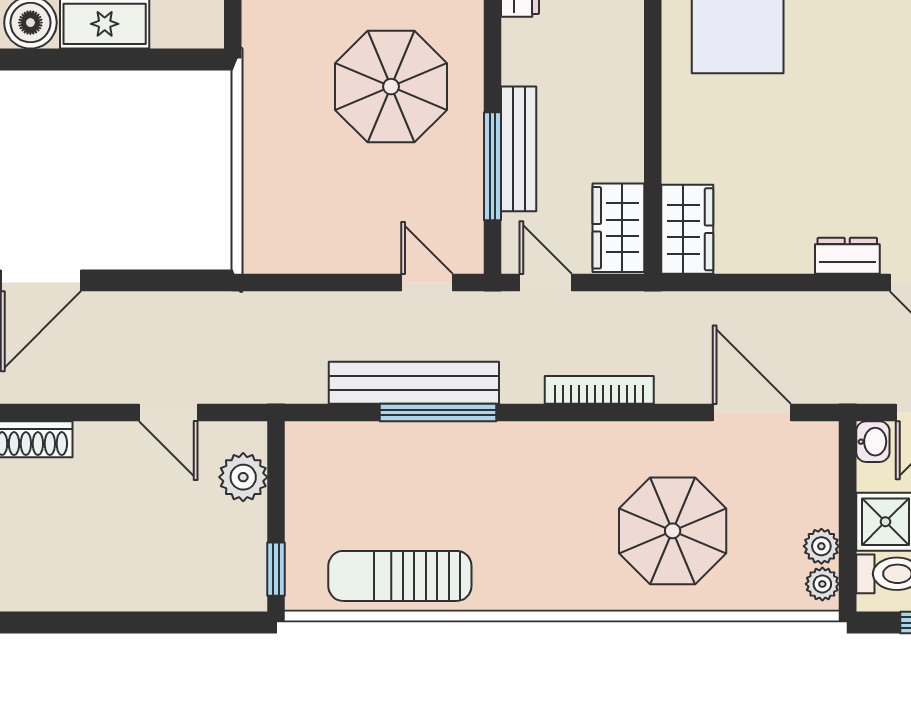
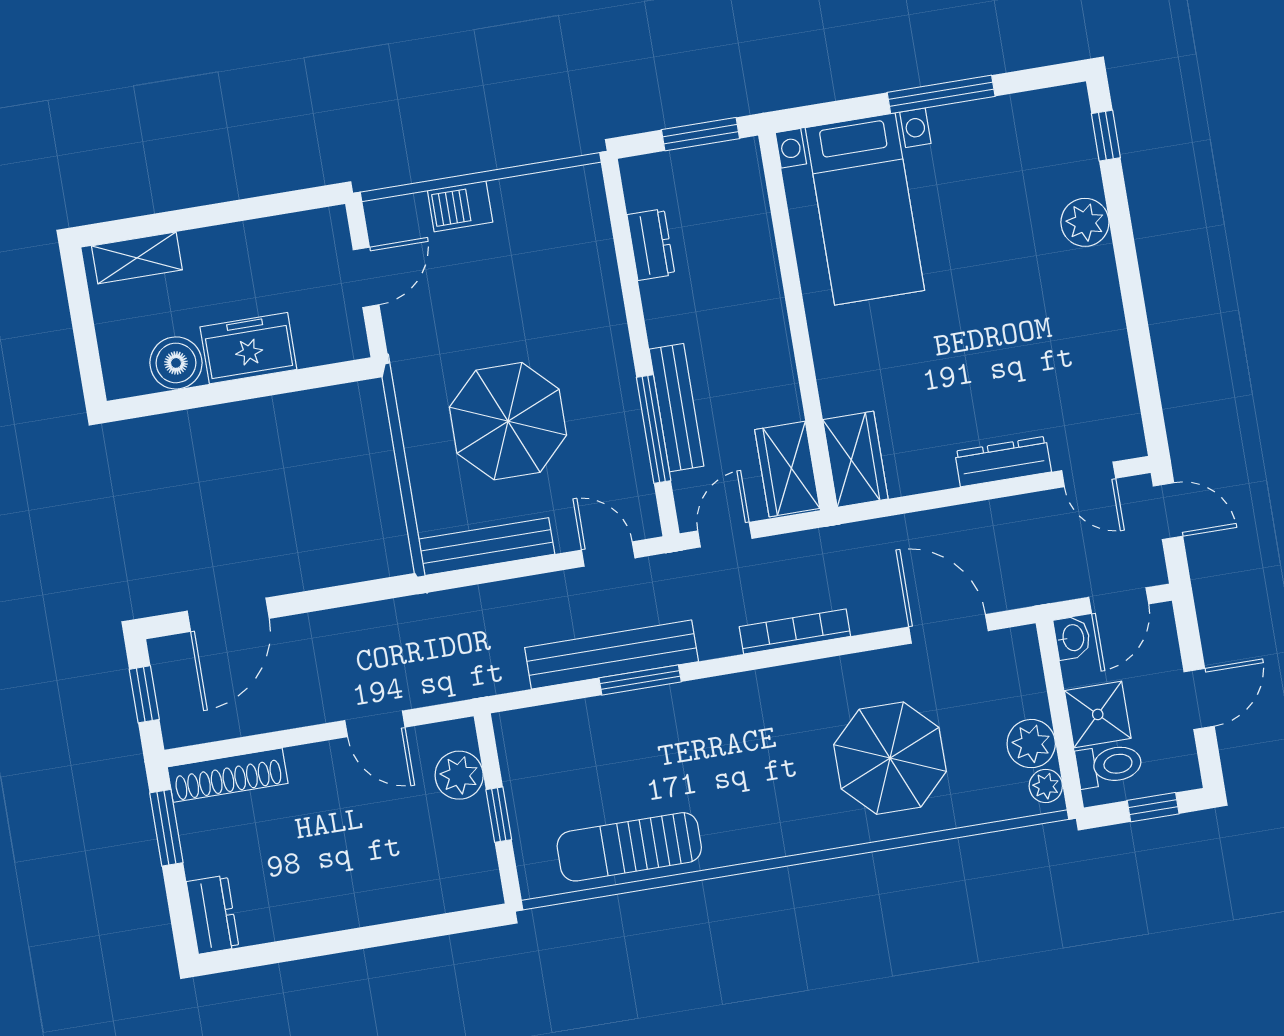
parasol: (391, 87) -> (508, 421), moved
bench: (308, 255) -> (486, 547), added
dresser: (847, 256) -> (1003, 462), width x1.44
door: (546, 283) -> (725, 535), hinge flipped
window: (438, 413) -> (640, 680), width x0.69
plant: (821, 546) -> (1031, 744), width x1.38, depth x1.38
window: (276, 569) -> (499, 815), moved

